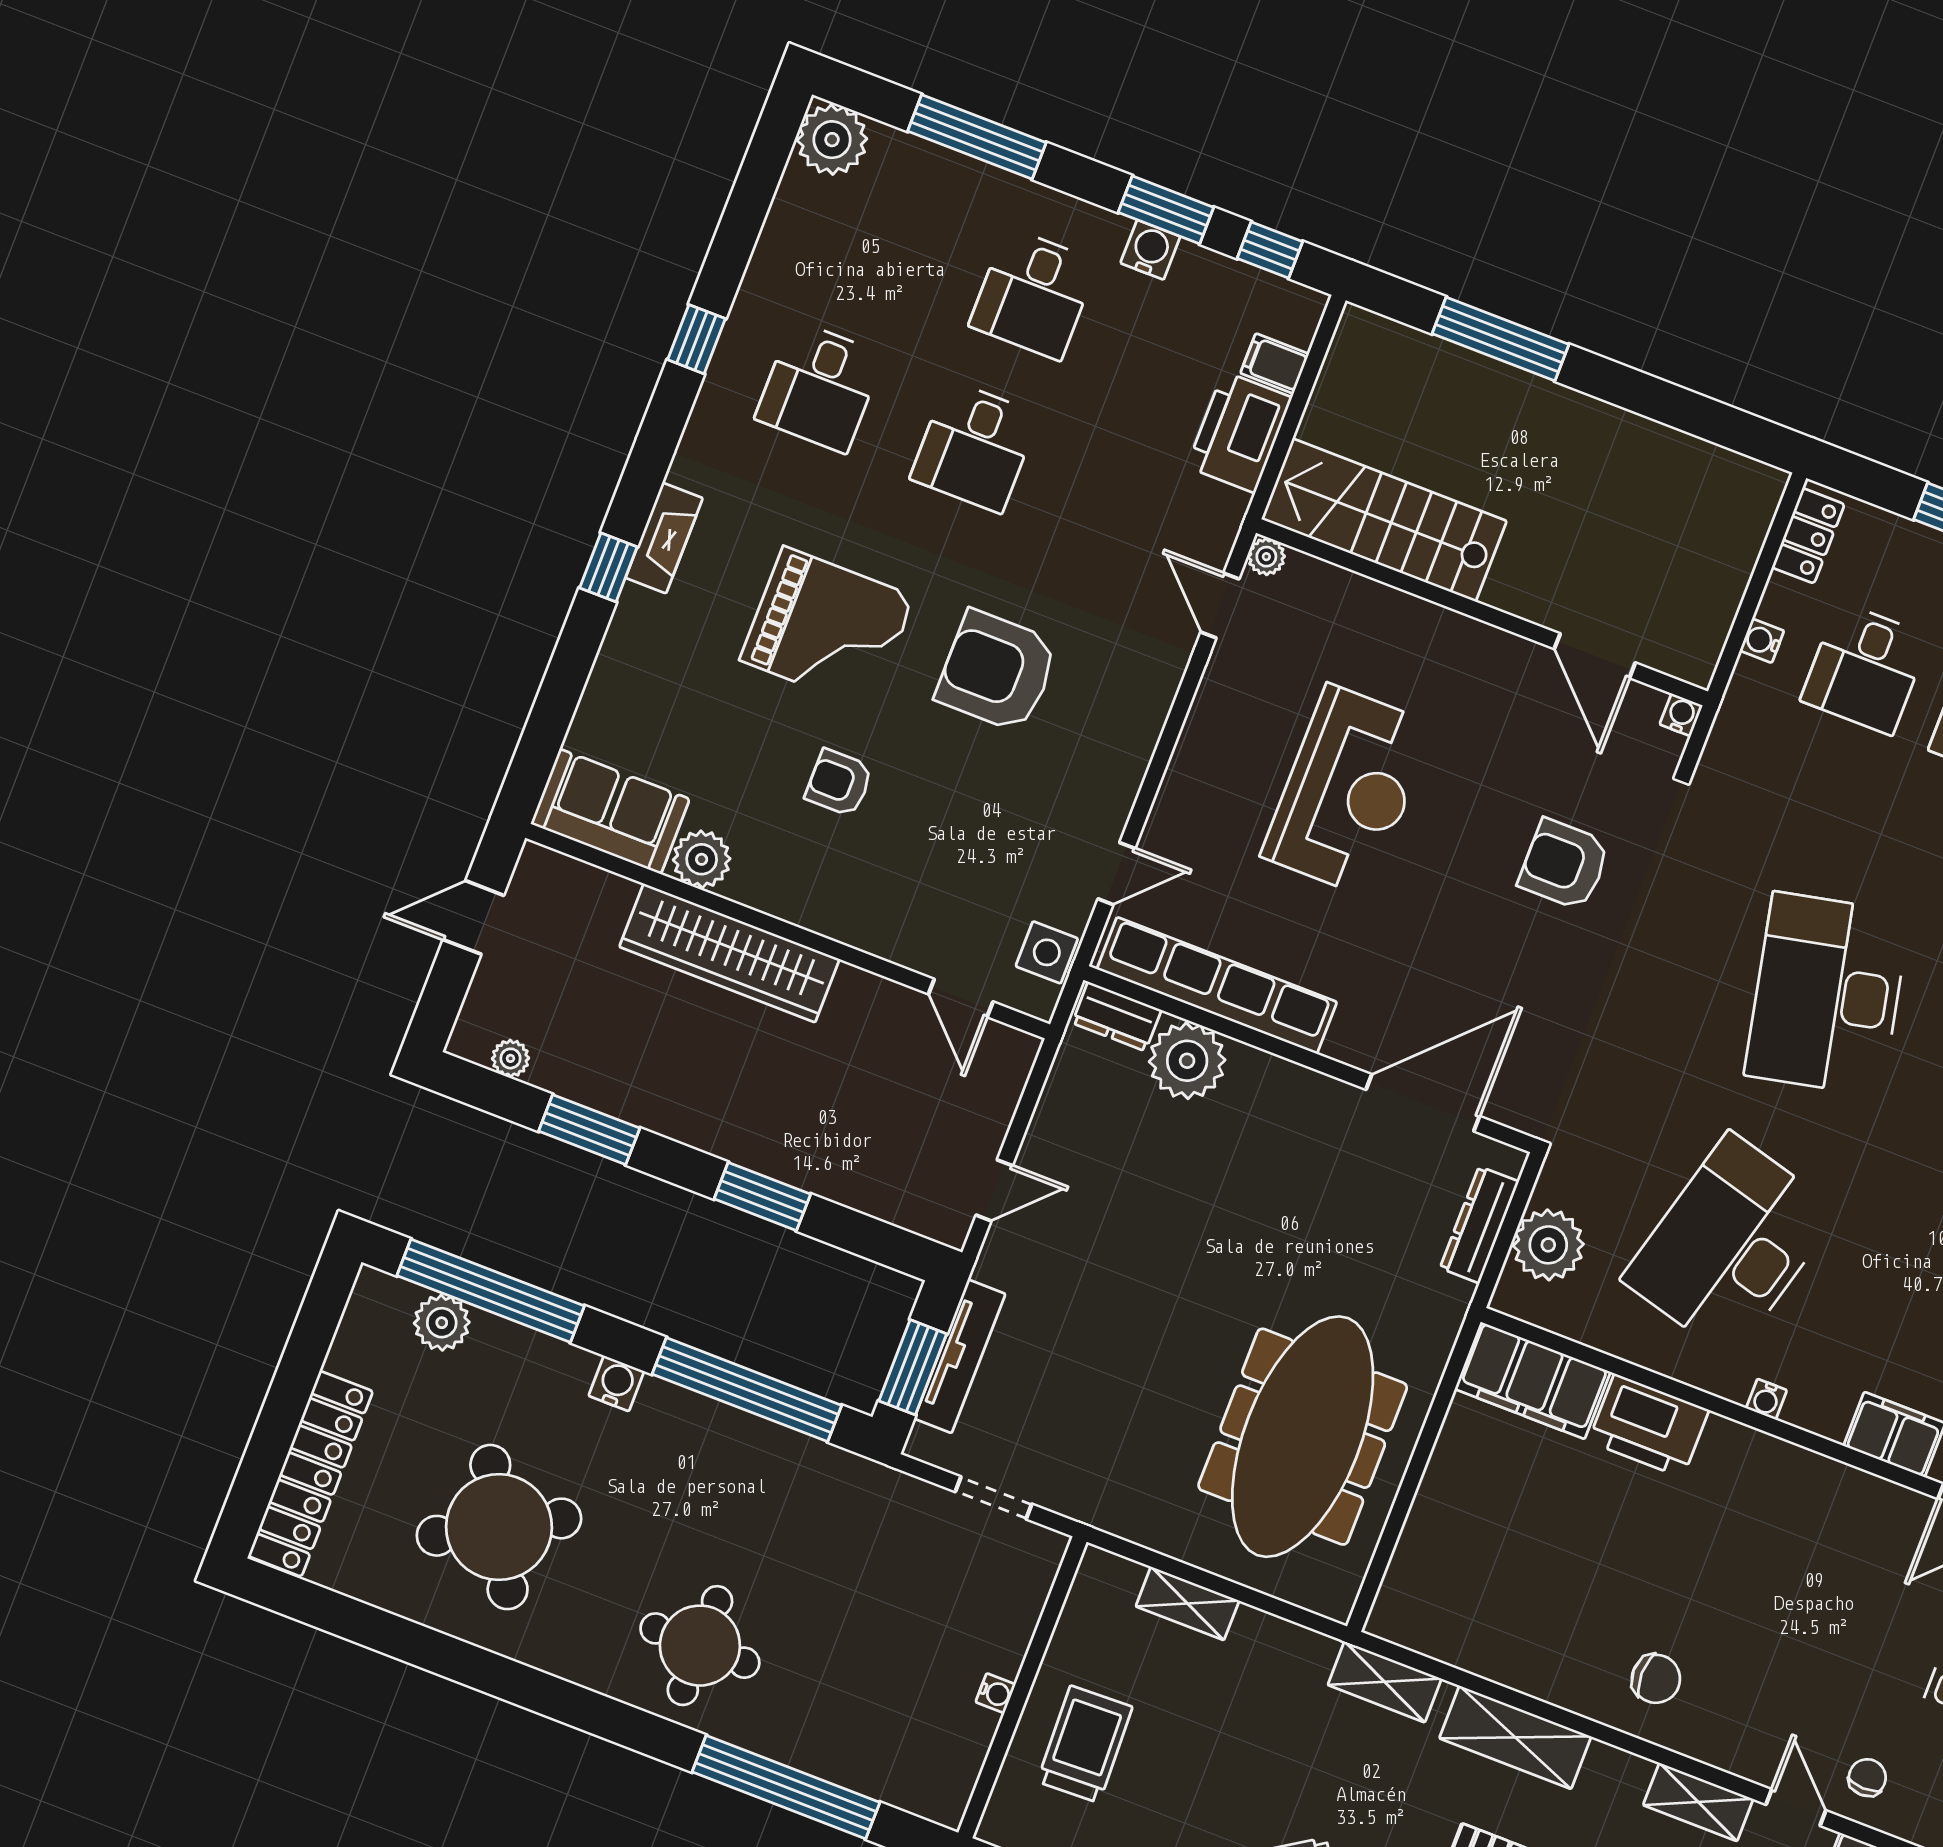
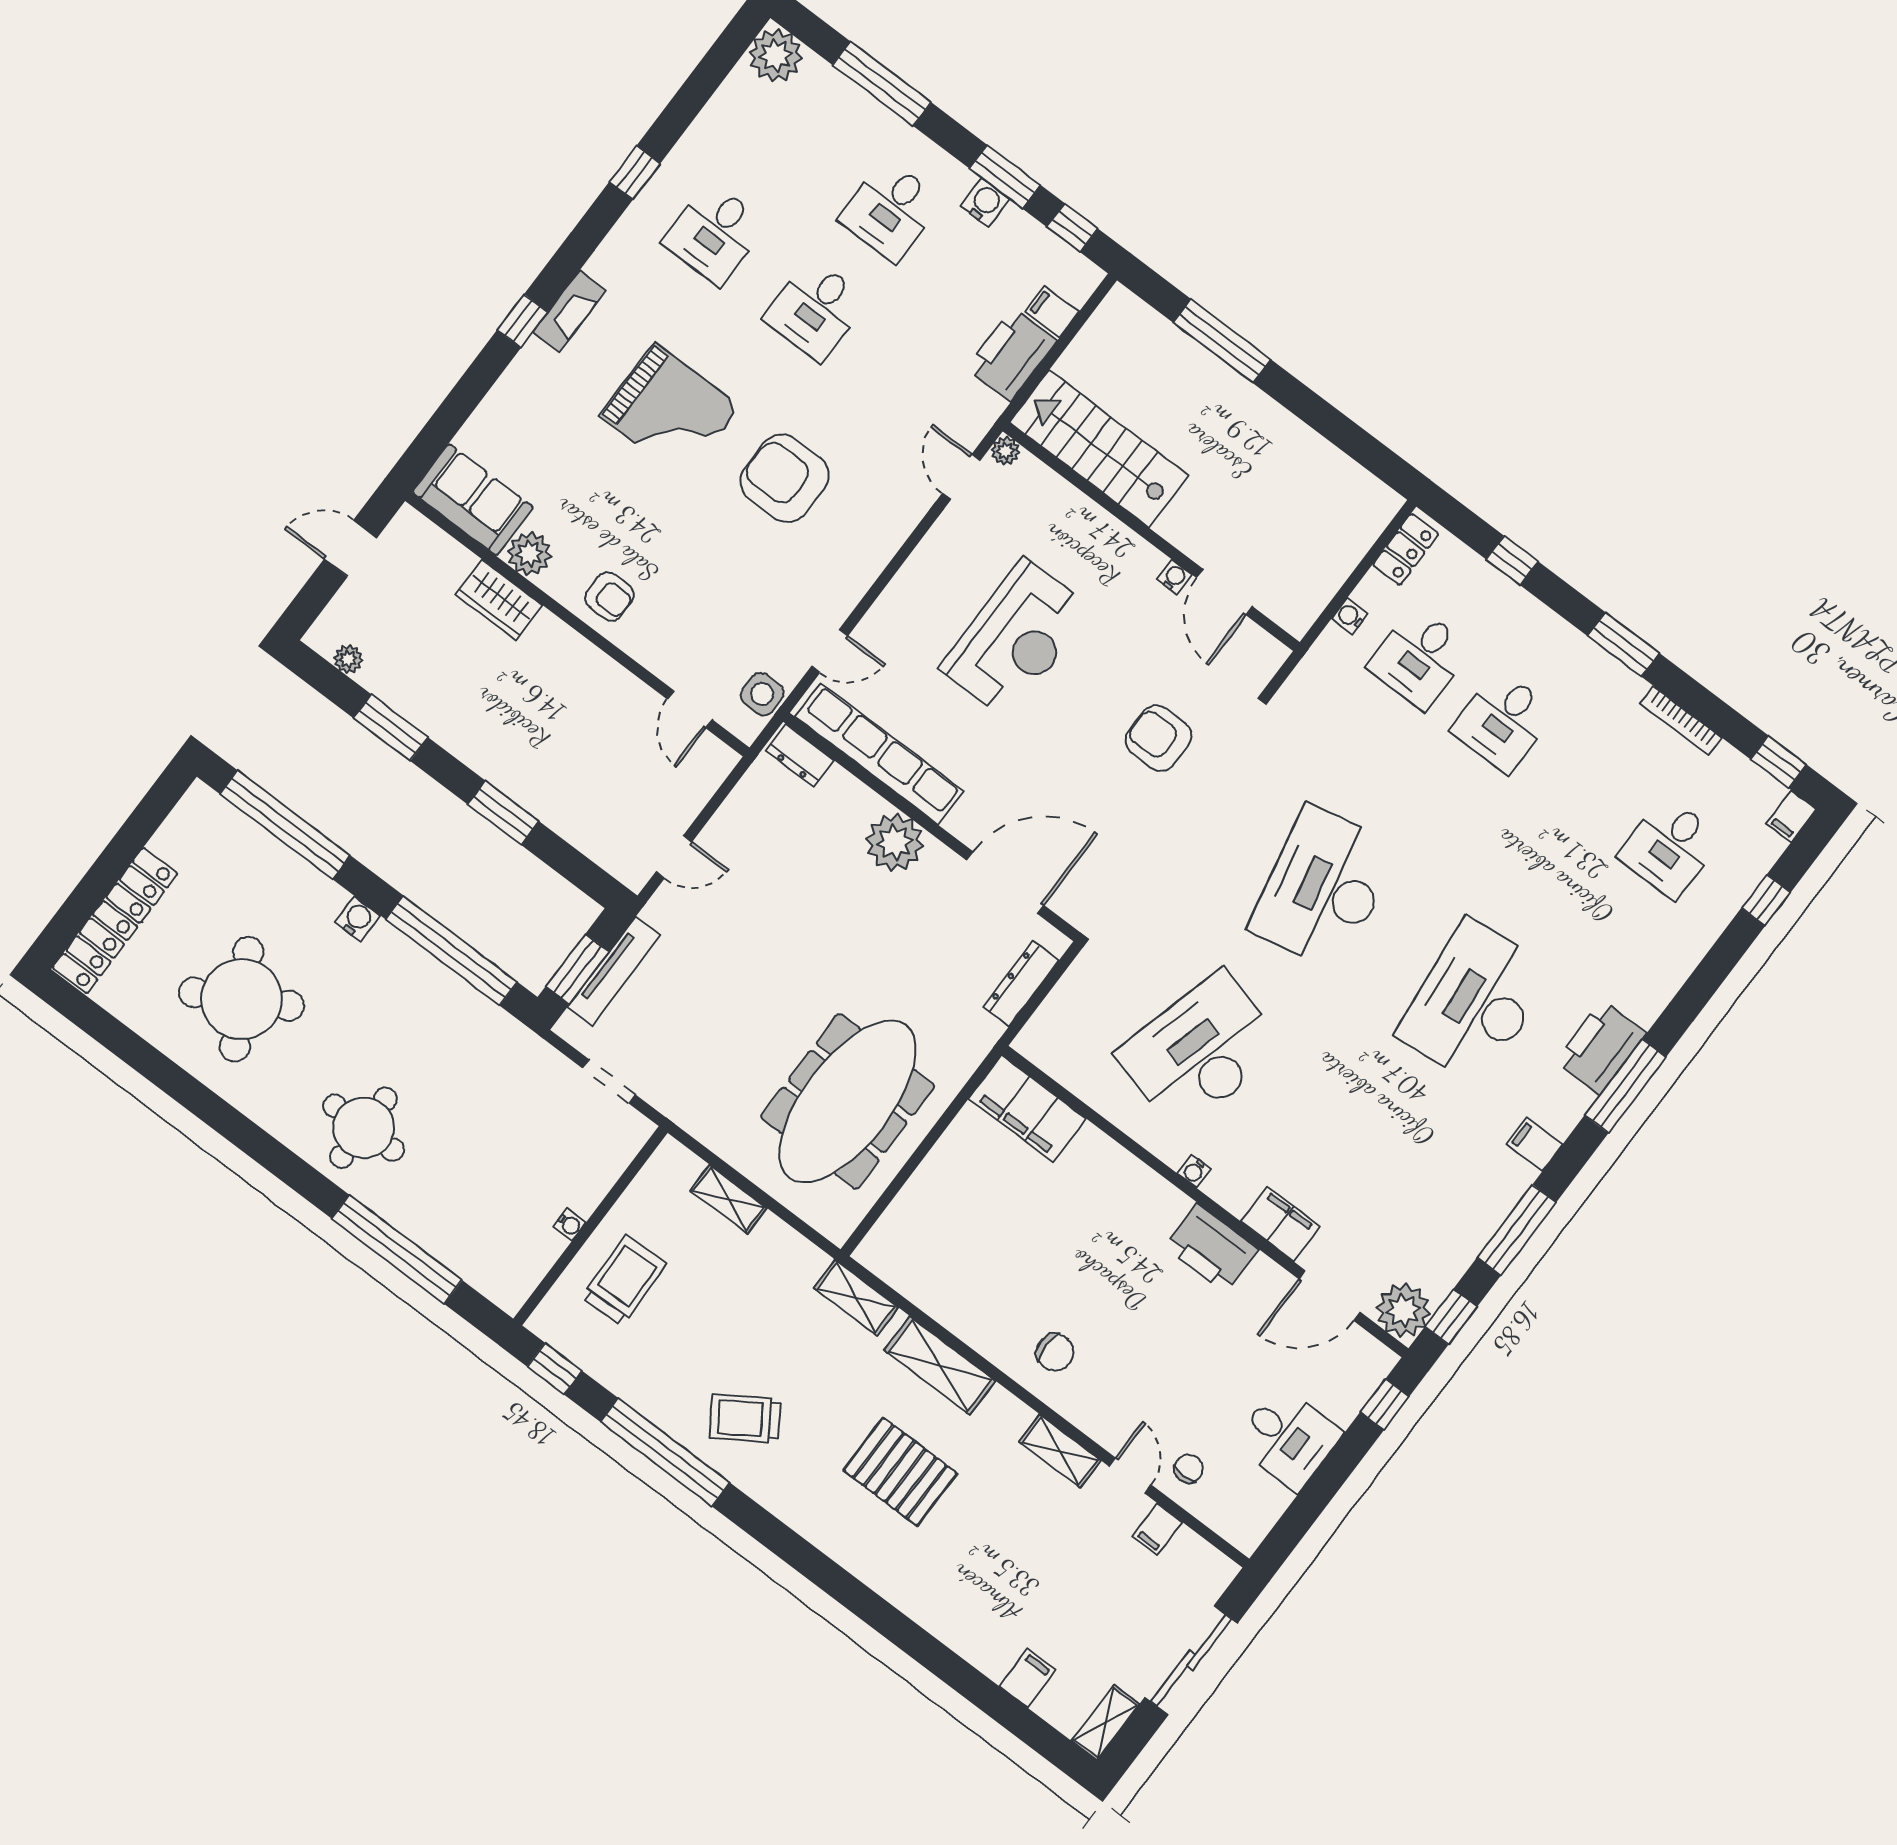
water cooler: (1681, 715) -> (1174, 577), moved
armchair: (839, 783) -> (610, 597), moved, turned 180
wardrobe: (729, 953) -> (499, 600), width x0.48, depth x0.85
plant: (1187, 1061) -> (895, 842), moved
plant: (1548, 1245) -> (1067, 1013), removed
plant: (442, 1323) -> (243, 838), removed
printer: (1649, 1426) -> (1211, 1248), moved

